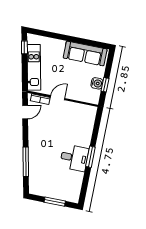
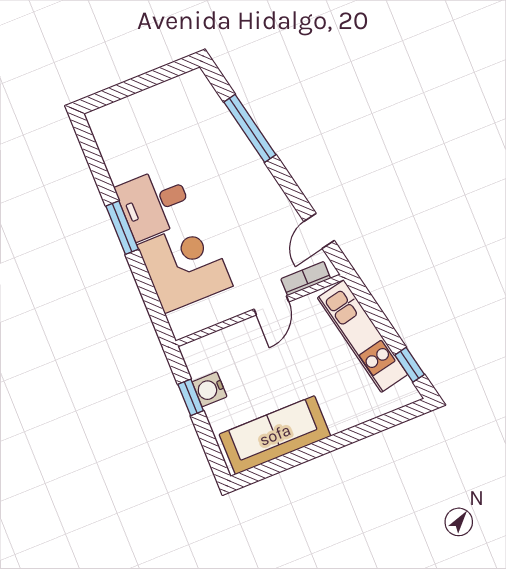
corner desk: (78, 130) -> (185, 265), added
window: (55, 202) -> (135, 85), removed

